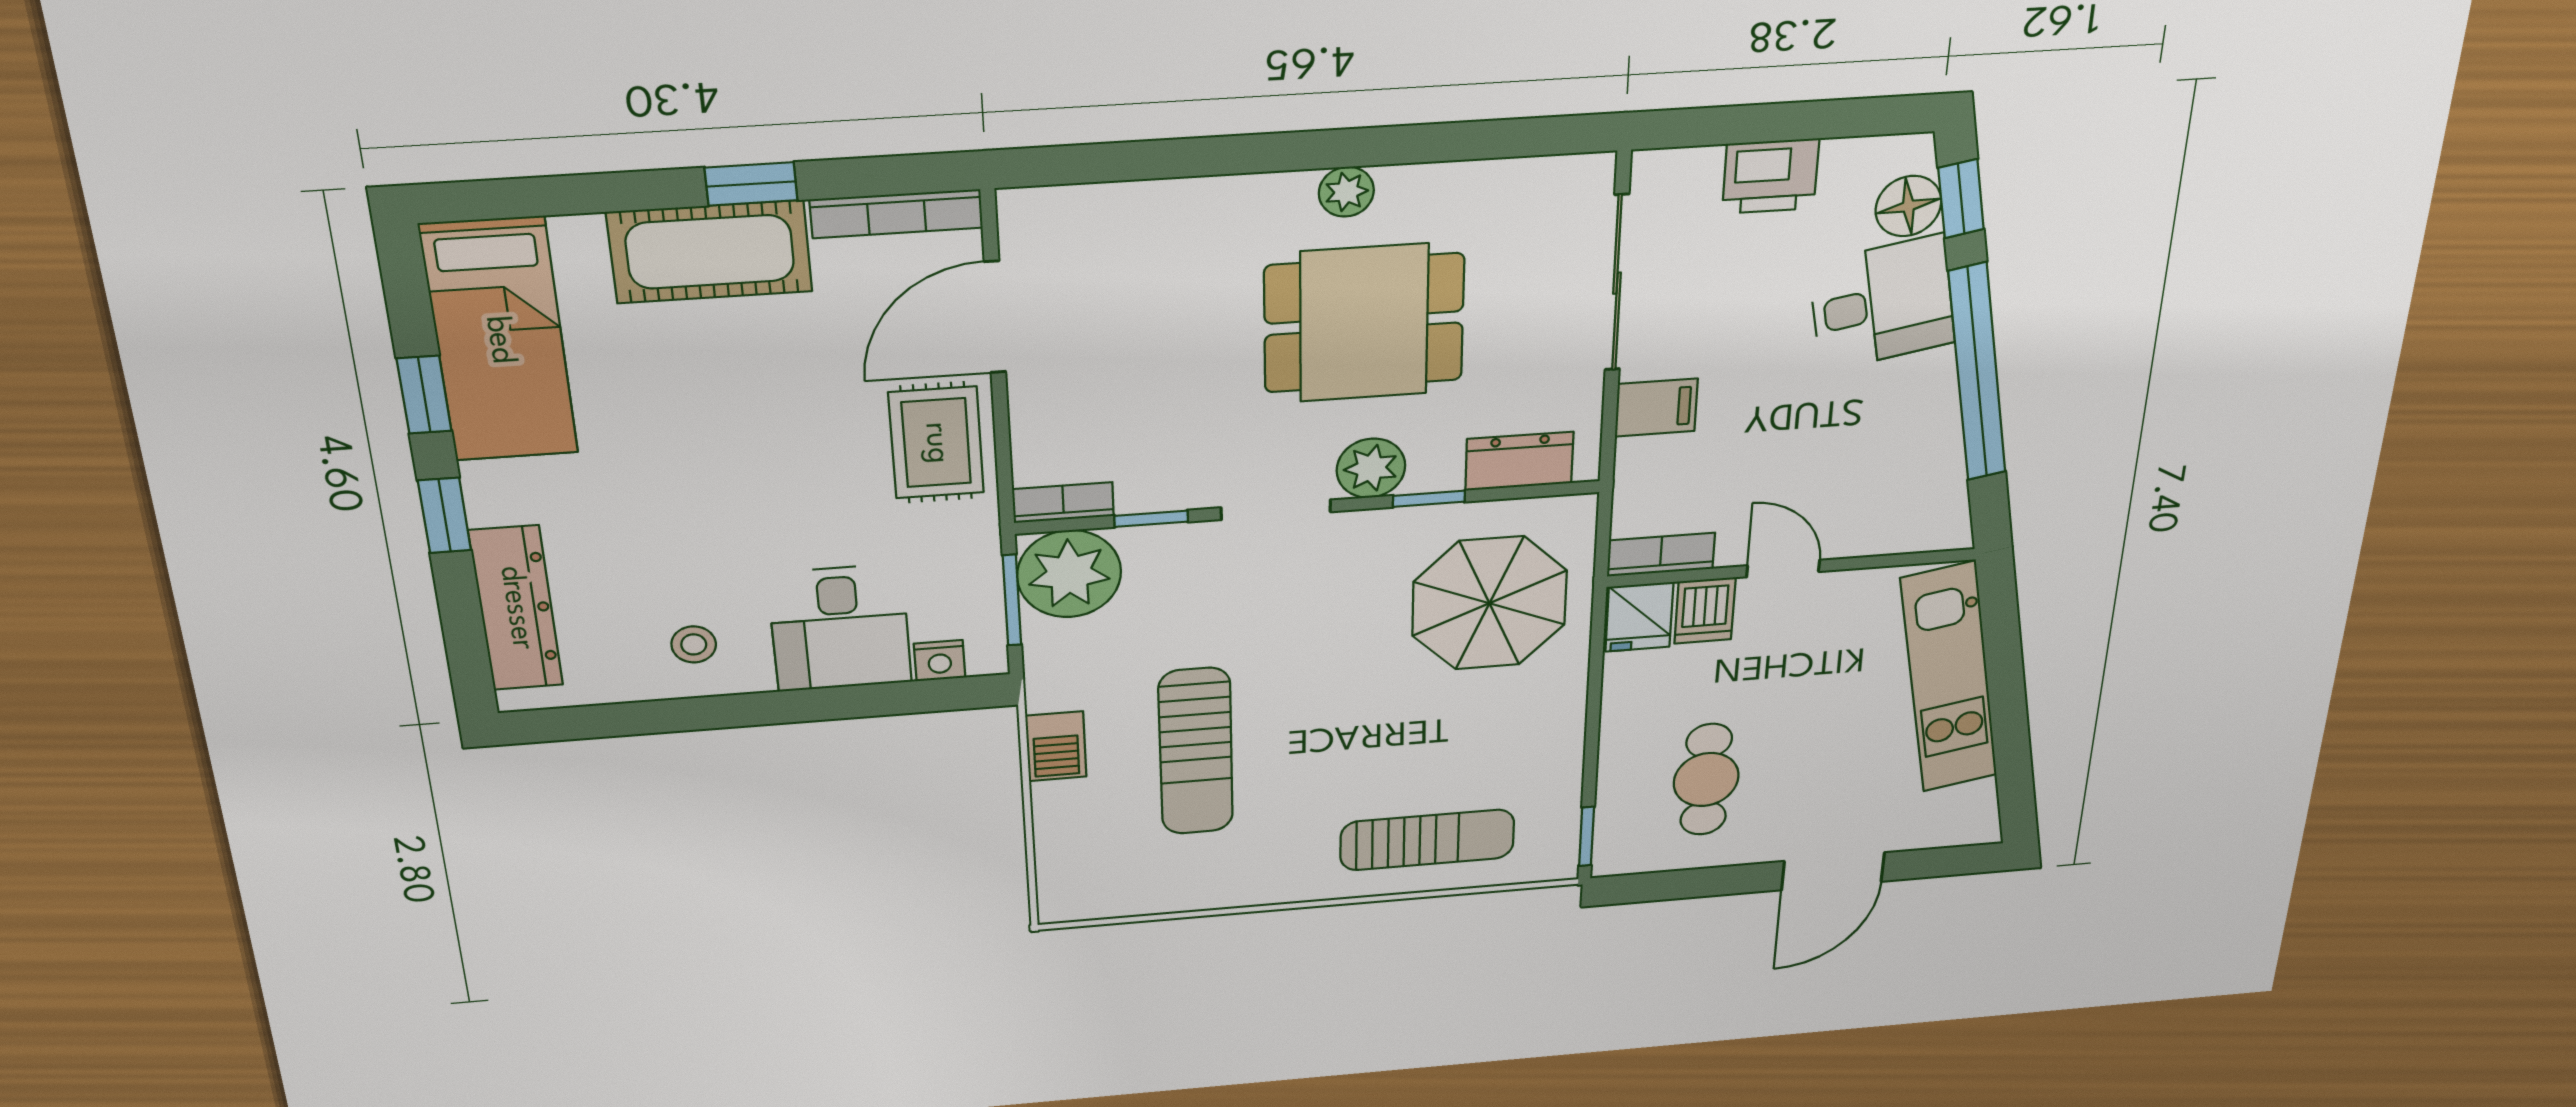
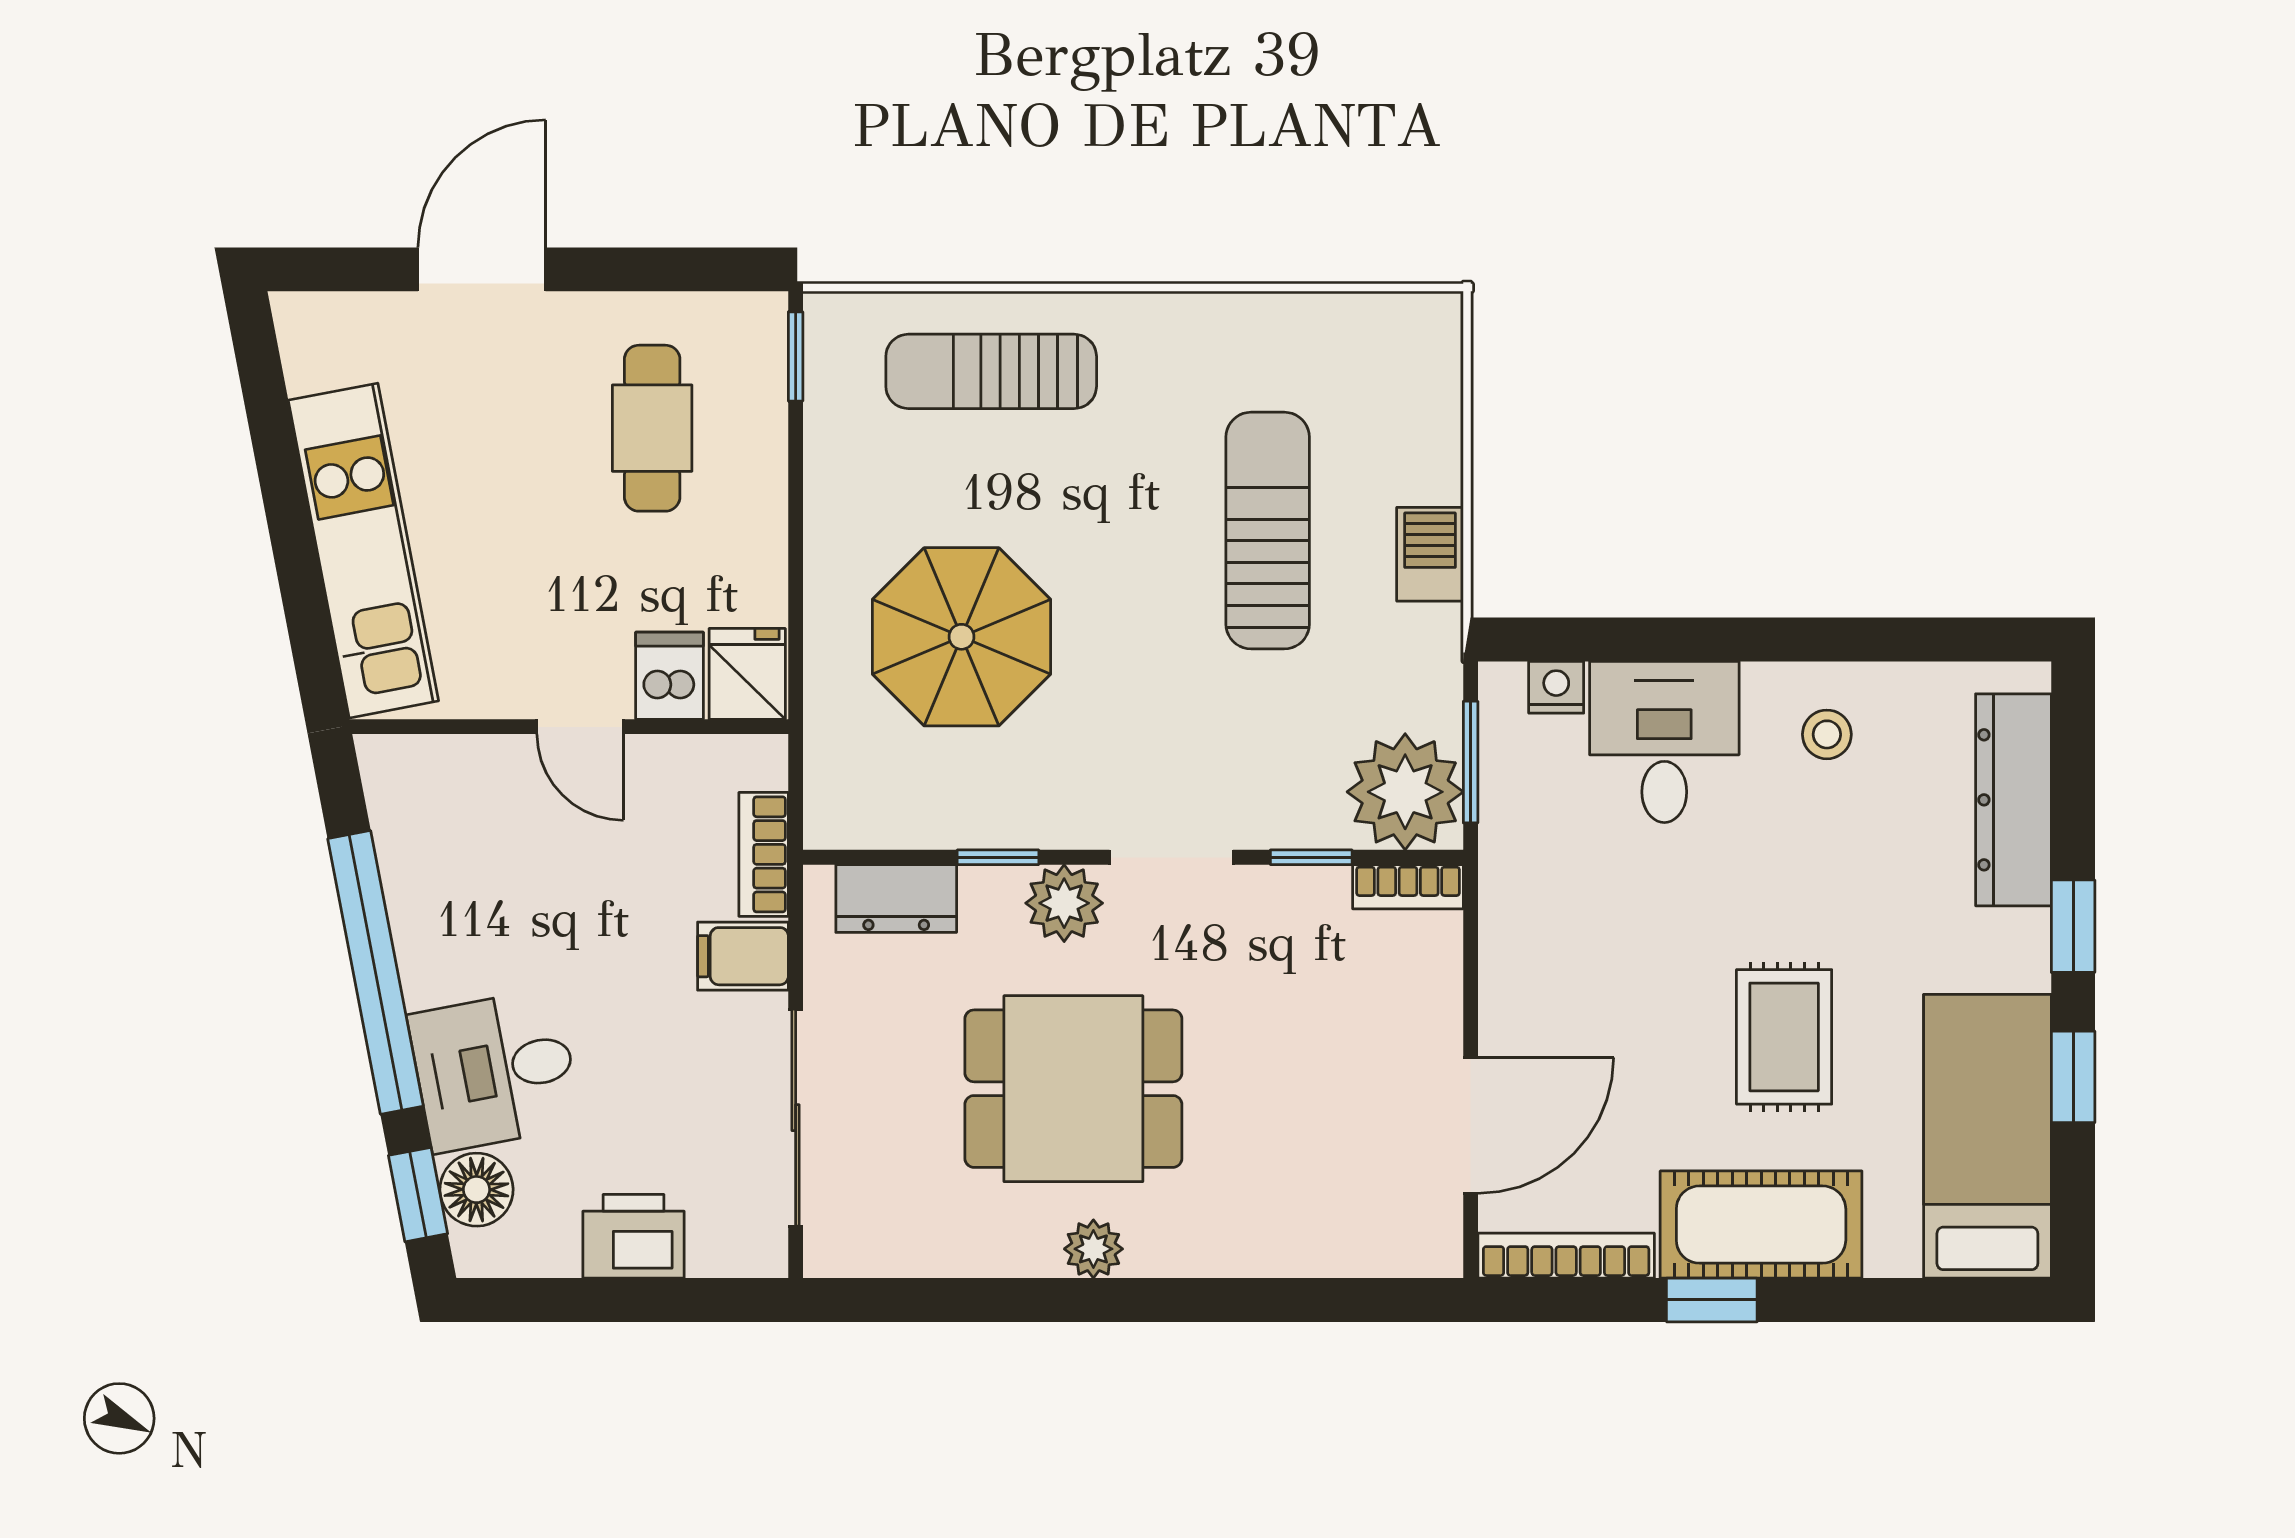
rug: (936, 443) -> (1784, 1037), moved
bookcase: (1661, 555) -> (764, 854), moved, turned 90
parasol: (1489, 603) -> (962, 637), moved

